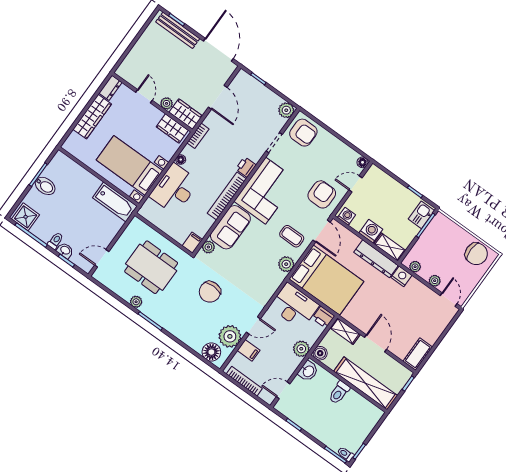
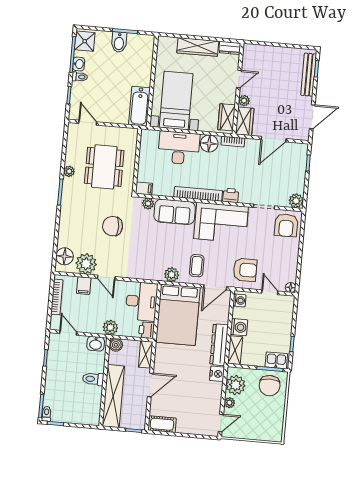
door: (218, 50) -> (312, 117), width x0.73
floor lamp: (181, 160) -> (209, 143), width x1.89, depth x1.89
washbasin: (65, 250) -> (79, 64), moved
chair: (476, 254) -> (270, 386), moved
plant: (415, 267) -> (236, 385), width x1.88, depth x1.88

